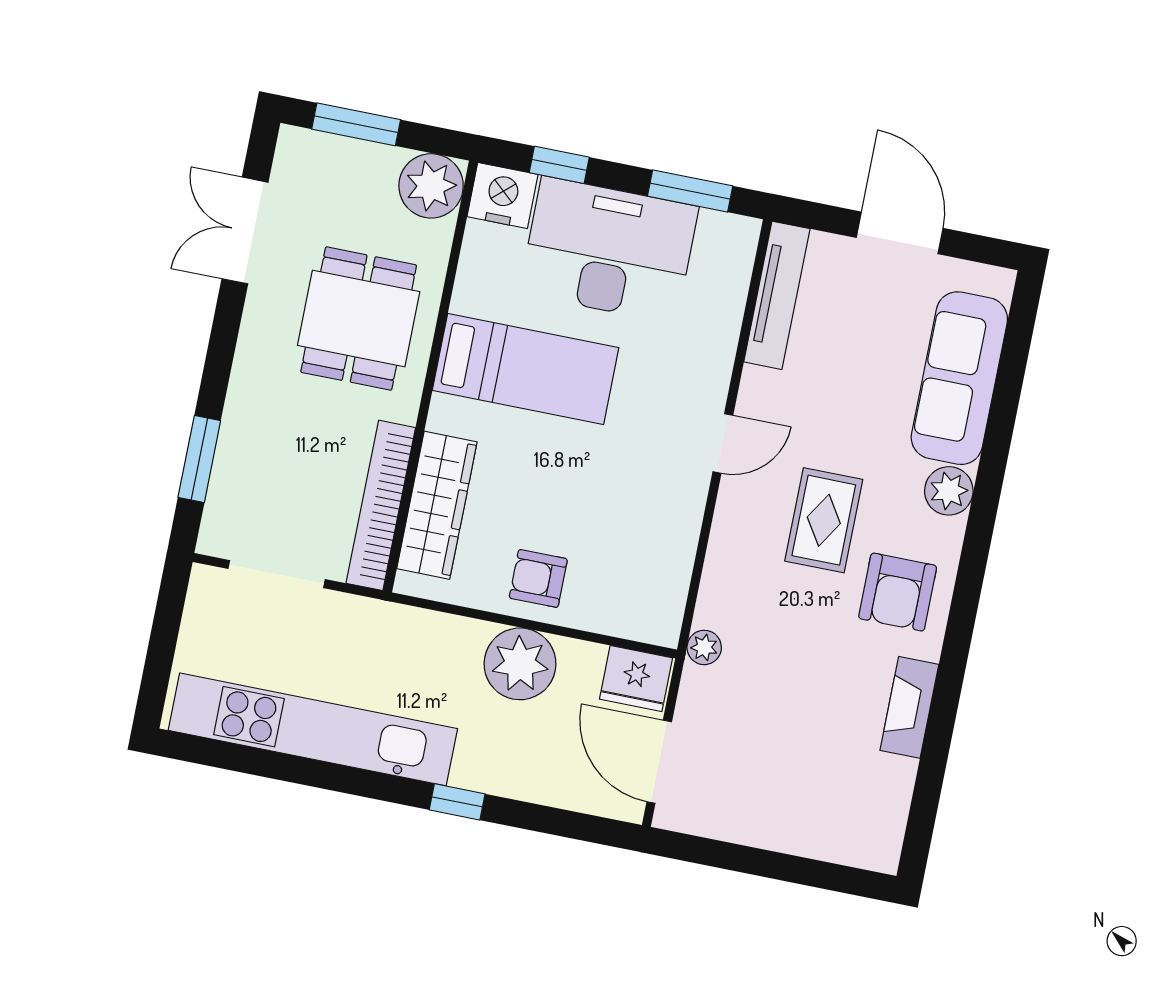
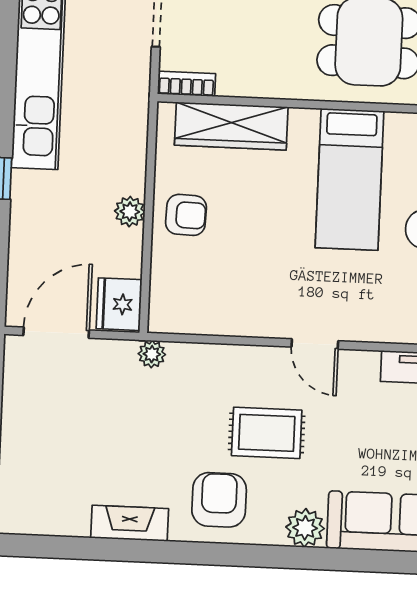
bookcase: (381, 505) -> (186, 84), width x0.43, depth x0.76
armchair: (538, 578) -> (186, 215), turned 92
armchair: (898, 592) -> (219, 500), turned 90
plant: (520, 664) -> (130, 212), width x0.53, depth x0.53

